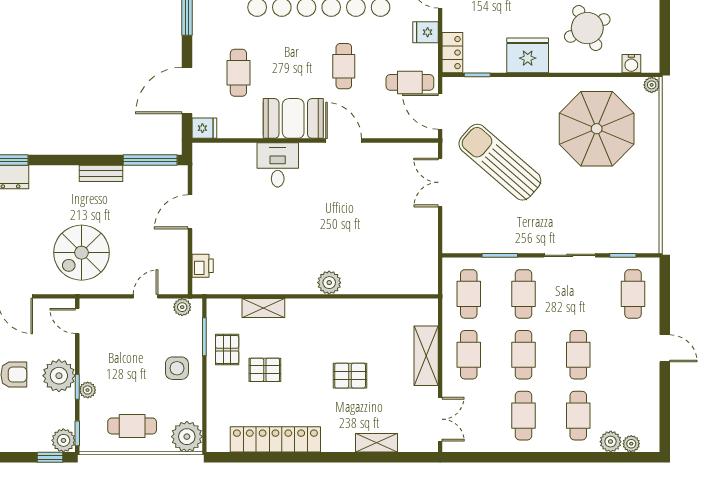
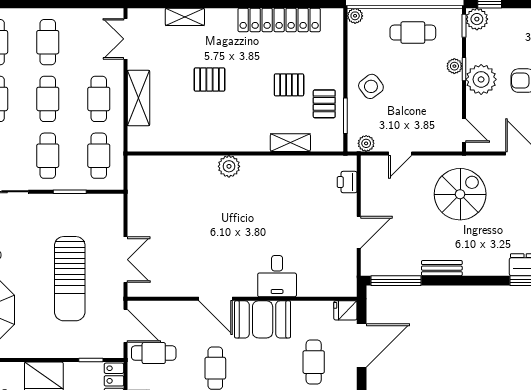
sun lounger: (500, 162) -> (70, 279), turned 49
side table: (177, 368) -> (371, 86), turned -37
plant: (187, 437) -> (355, 16), width x0.53, depth x0.53

